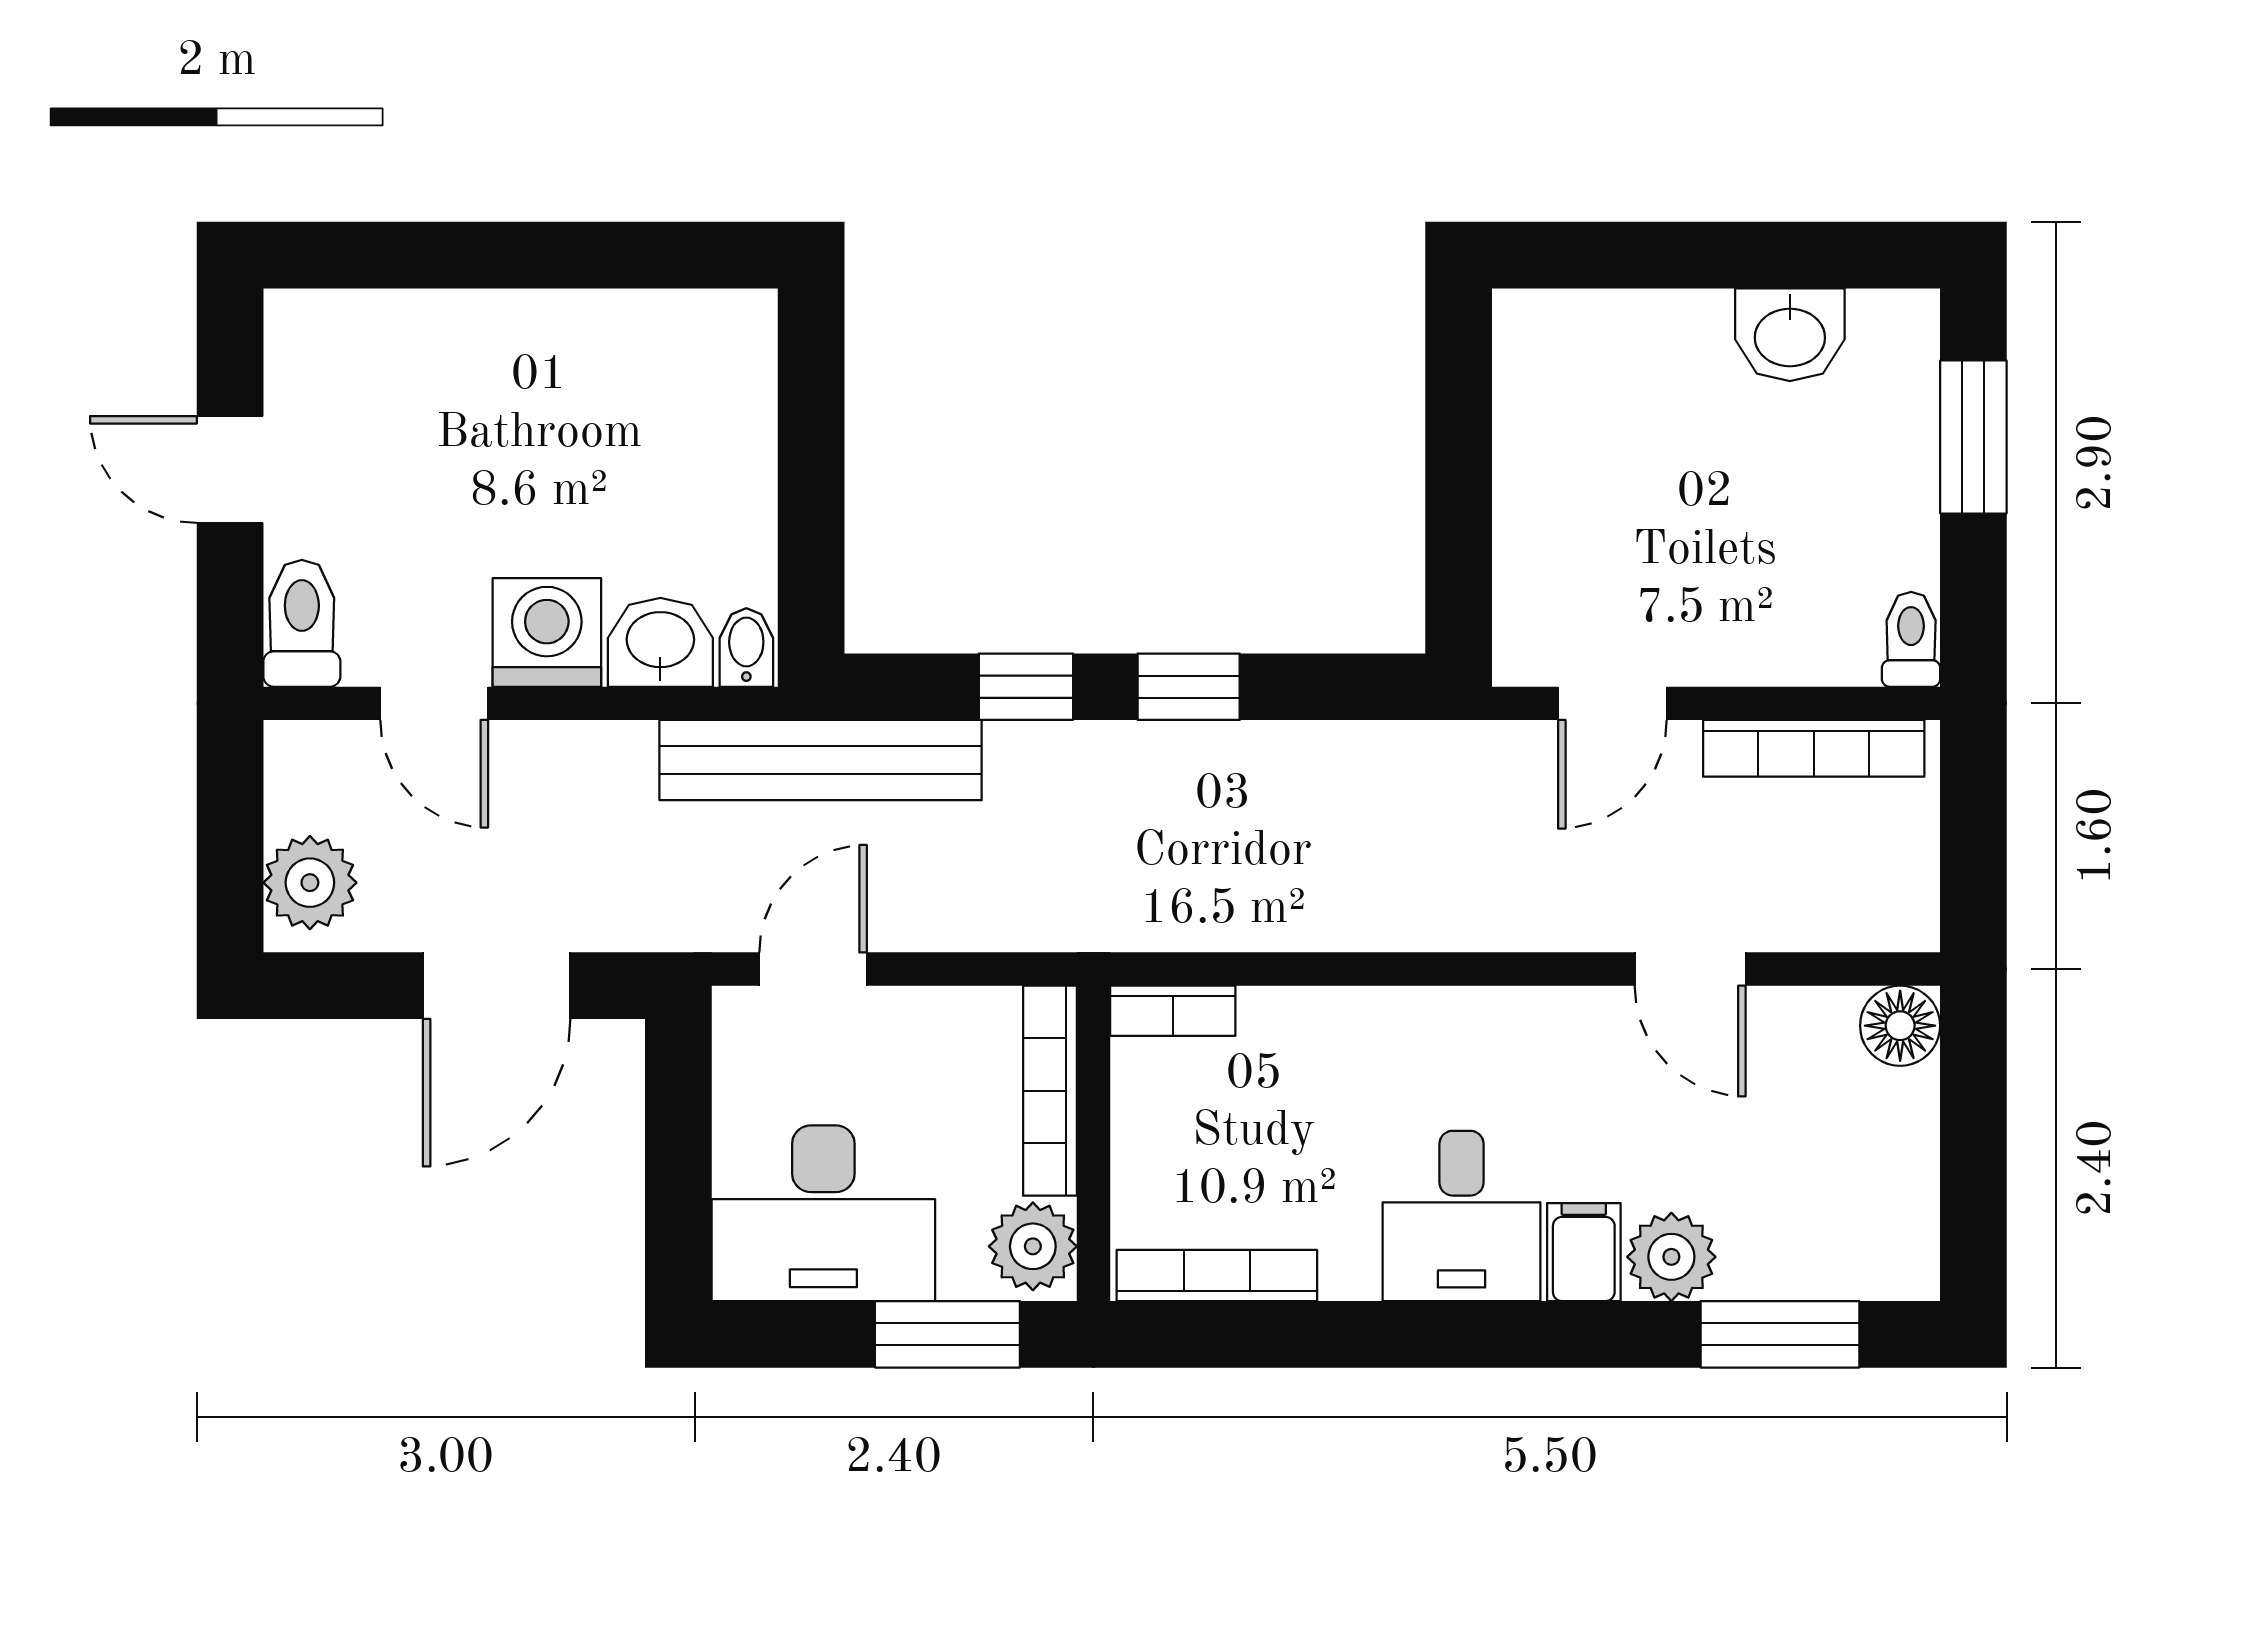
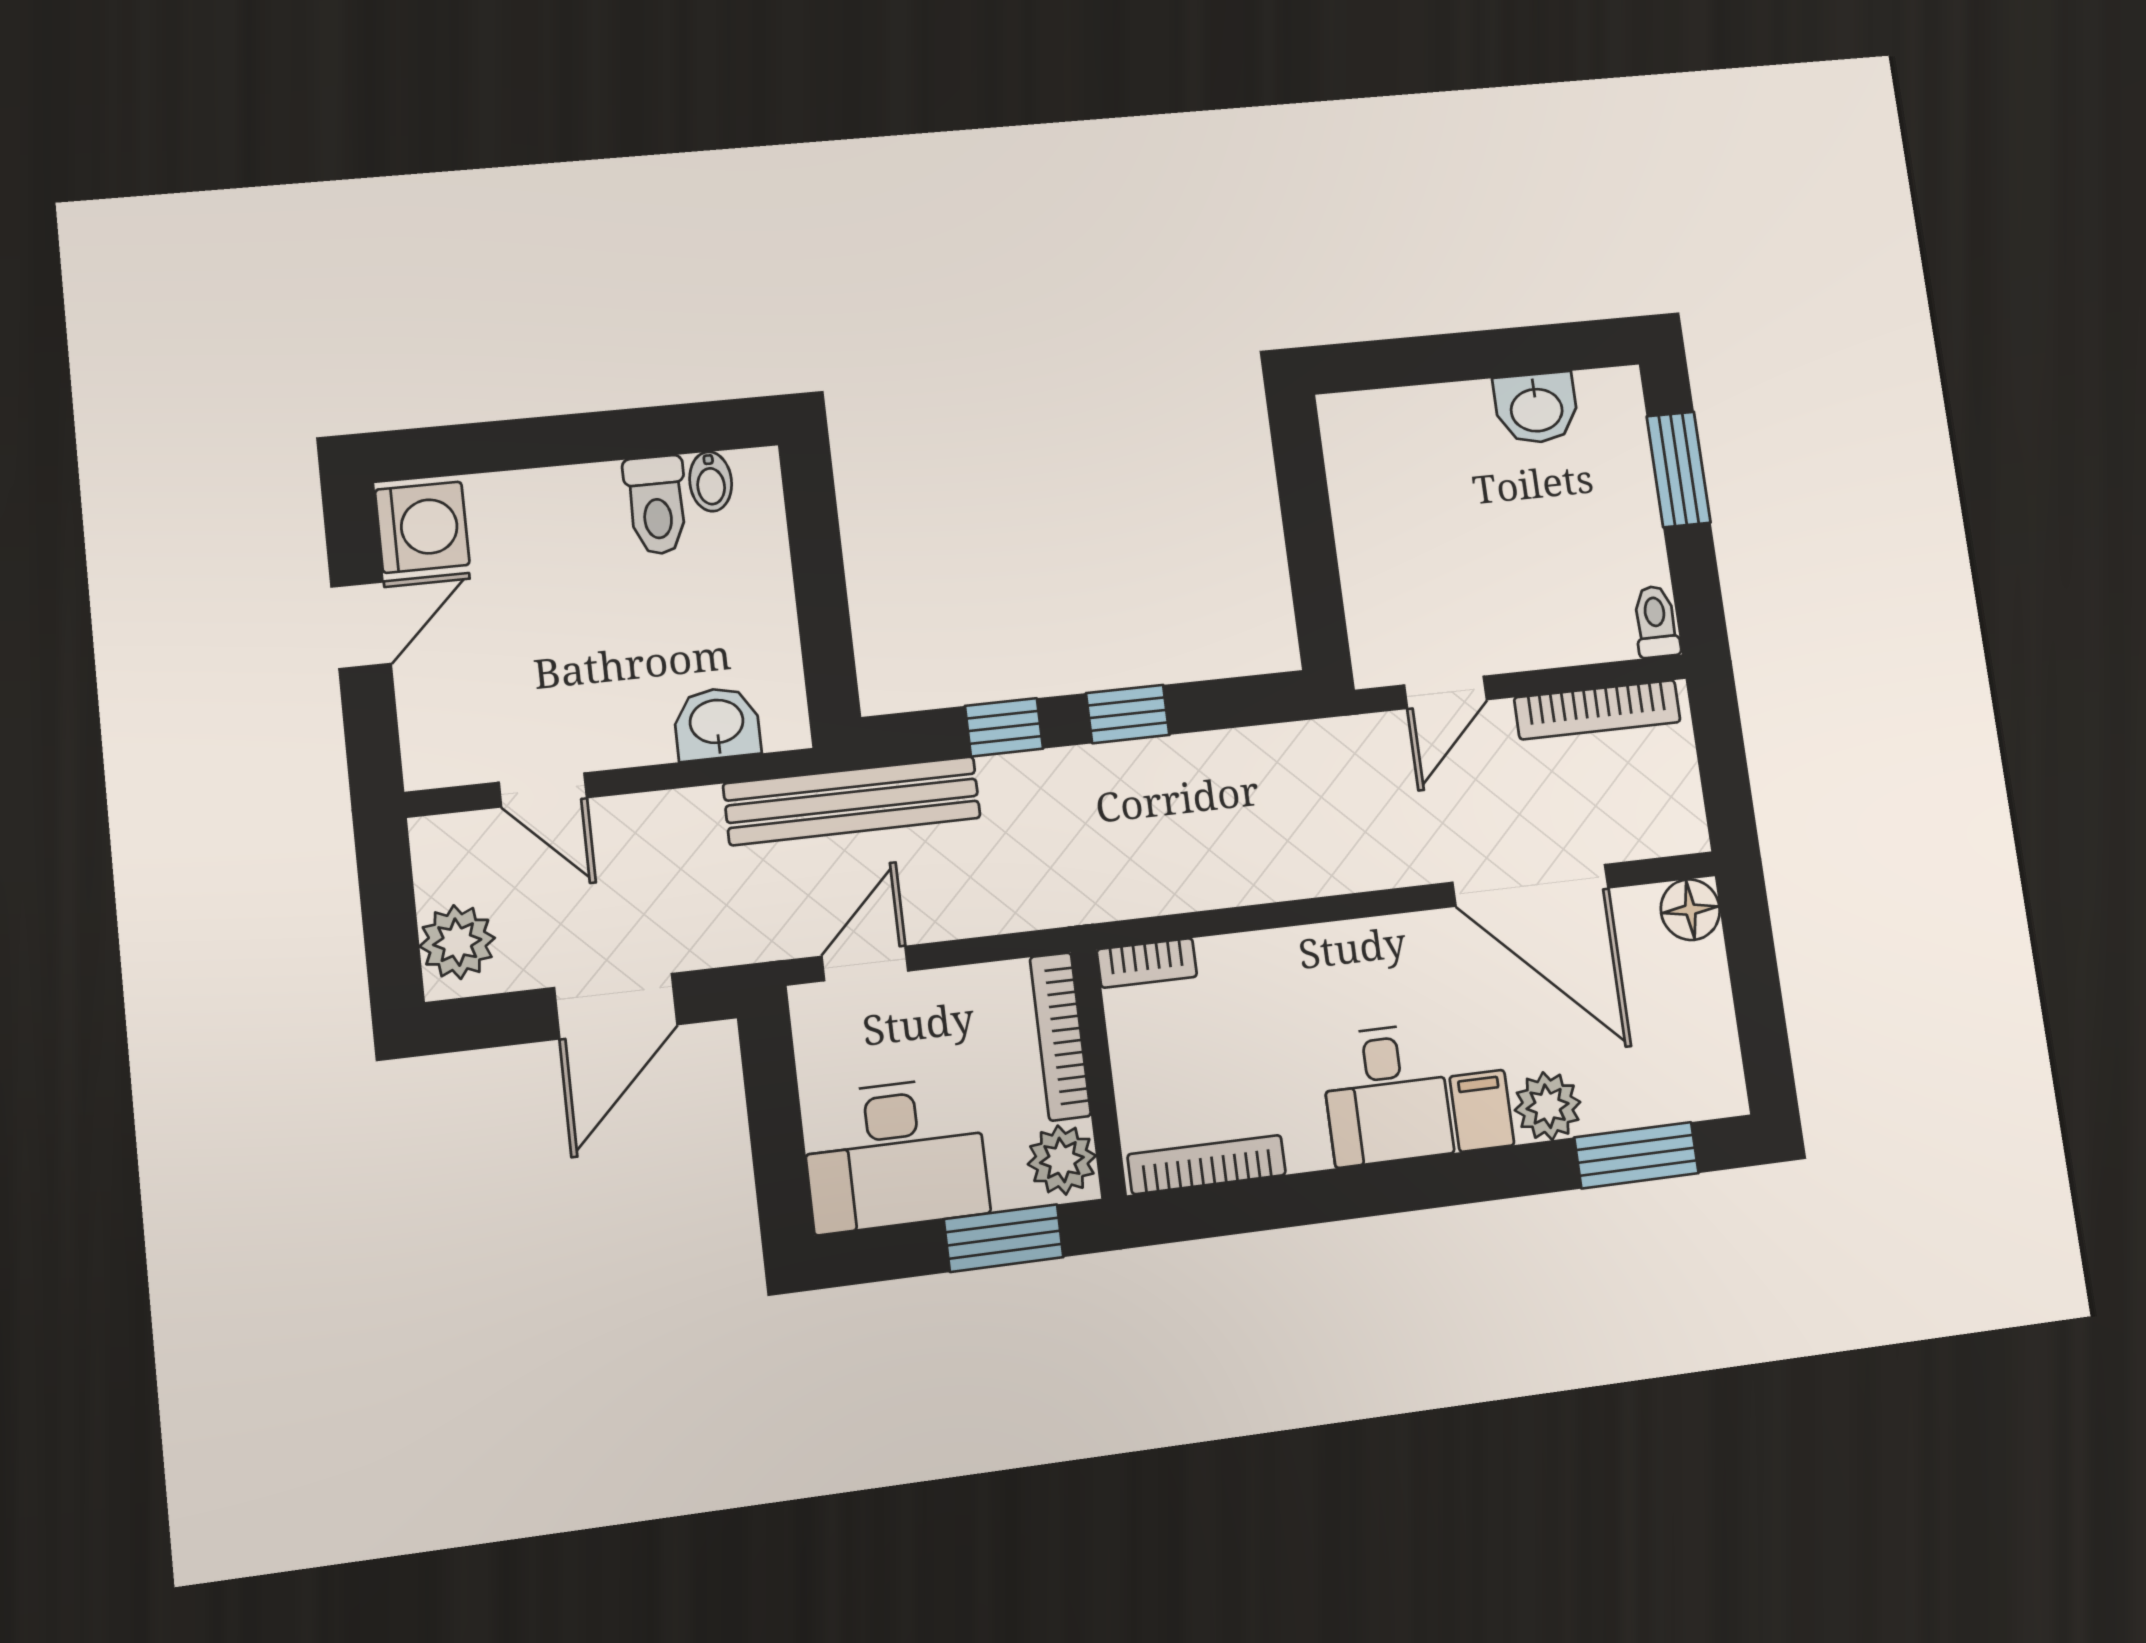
door: (230, 469) -> (361, 625), swing flipped
toilet: (302, 623) -> (657, 505), moved, turned 180
washing machine: (547, 632) -> (422, 527), moved, turned 90
bidet: (746, 647) -> (711, 481), moved, turned 180
door: (1690, 969) -> (1531, 885), width x1.88

